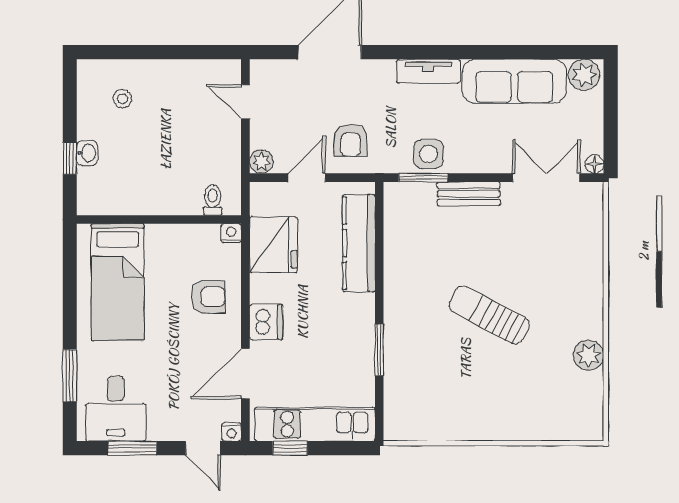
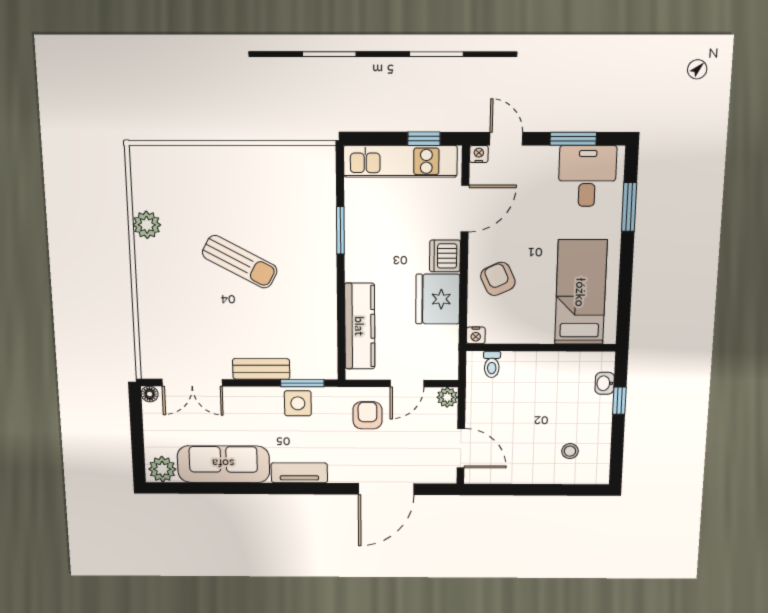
door: (245, 102) -> (461, 448), width x1.38
washbasin: (87, 153) -> (605, 383), moved
fridge: (273, 245) -> (438, 299), moved
armchair: (208, 297) -> (498, 279), turned 65

